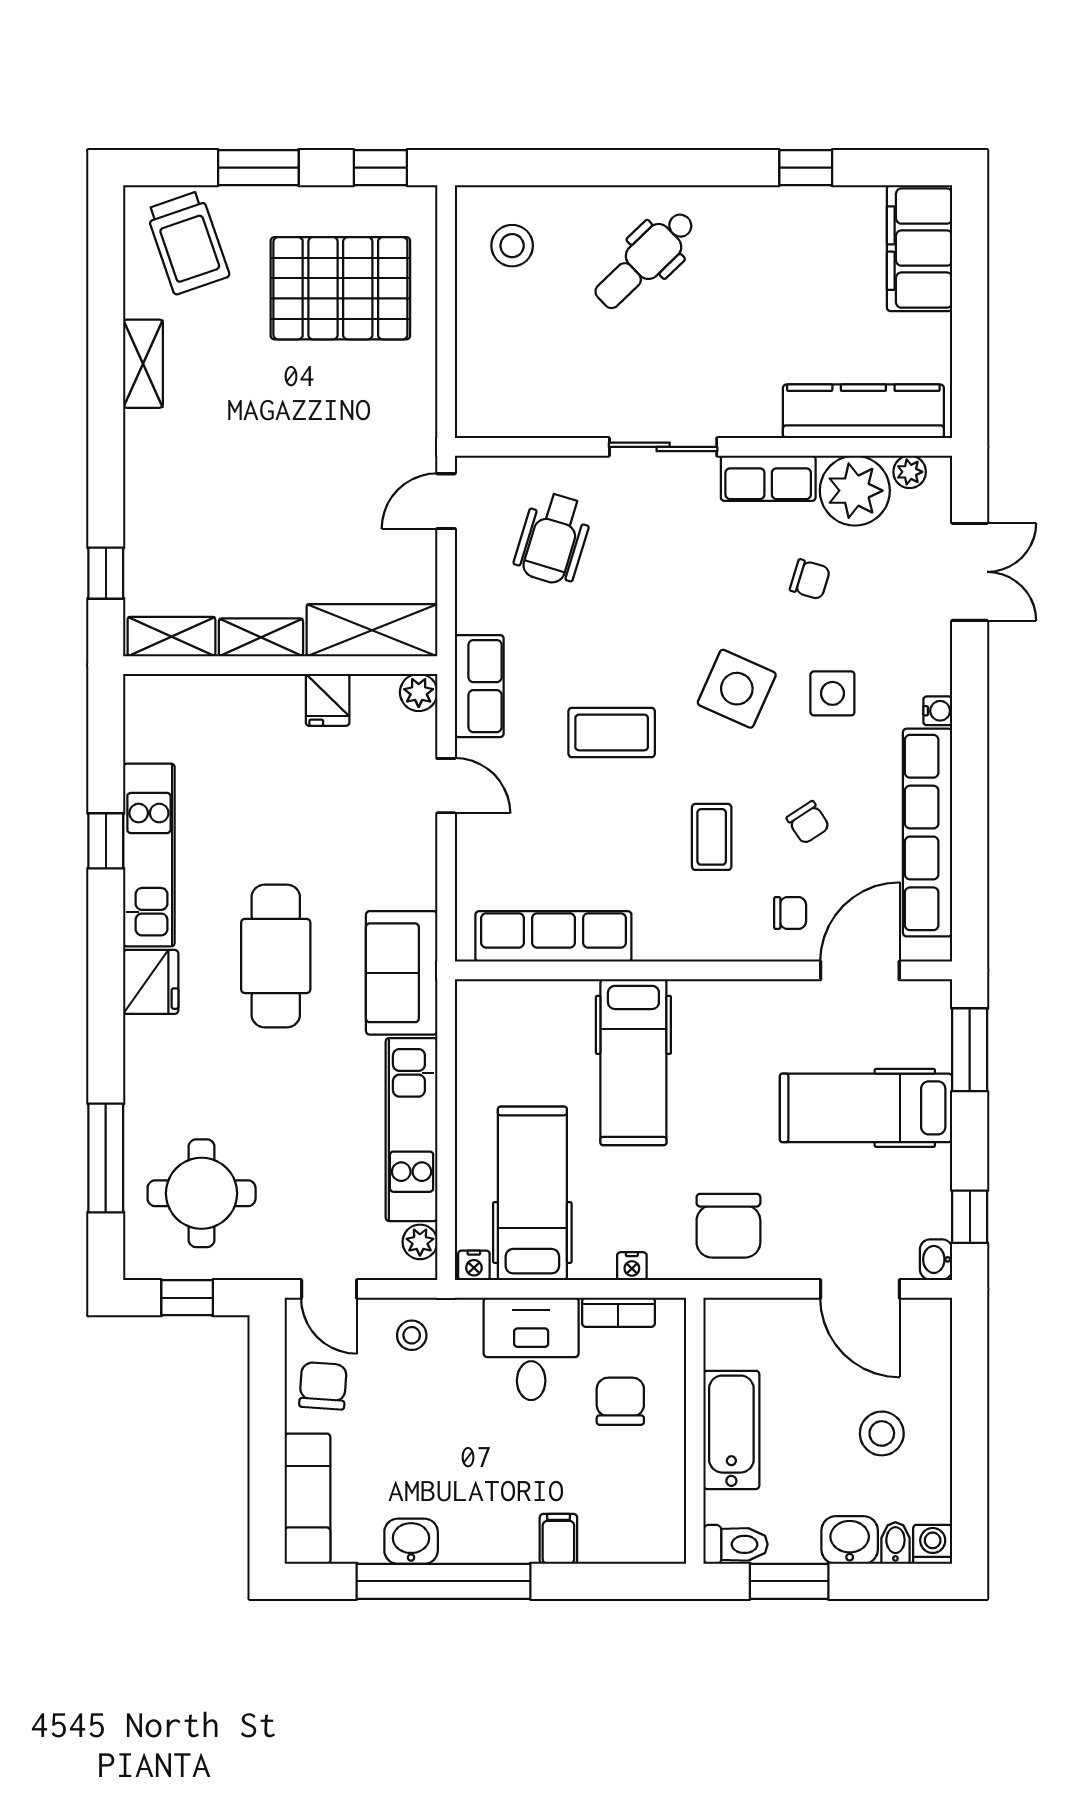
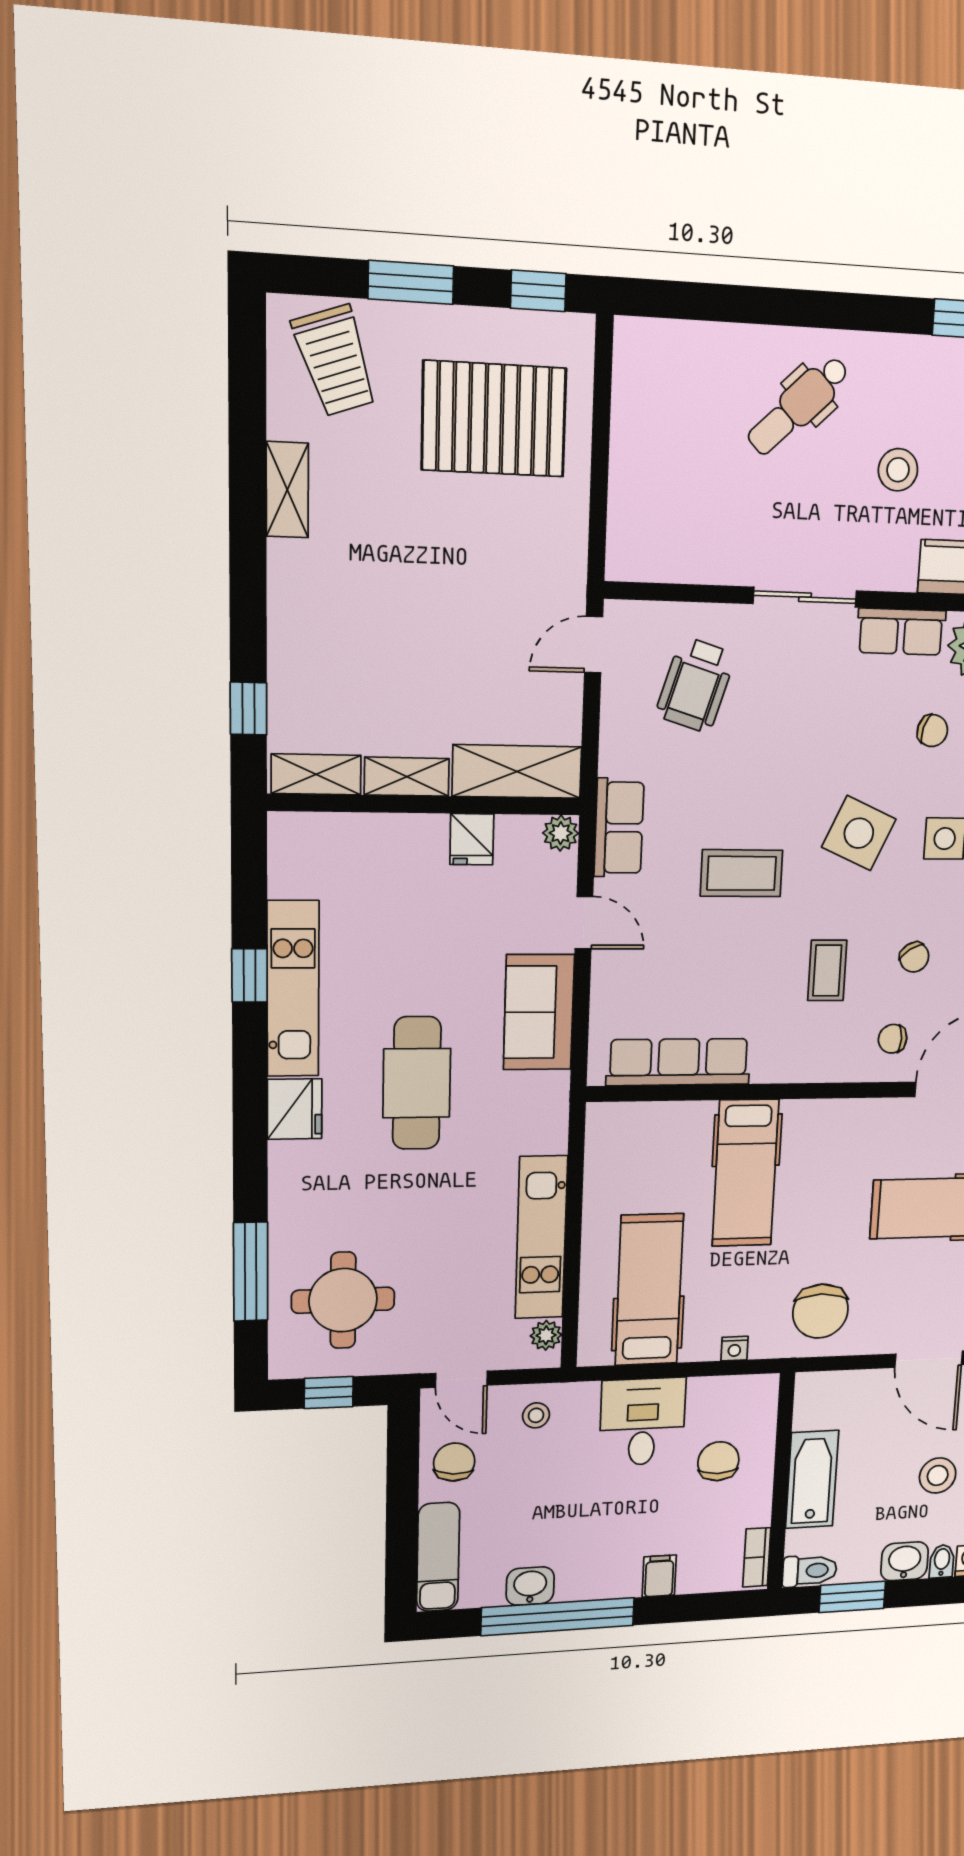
stool: (512, 246) -> (898, 470), moved
chair: (790, 913) -> (893, 1039), turned 180
sofa: (402, 973) -> (539, 1012), moved
nightstand: (474, 1265) -> (594, 1354), removed
bookcase: (618, 1312) -> (757, 1557), moved, turned 90

